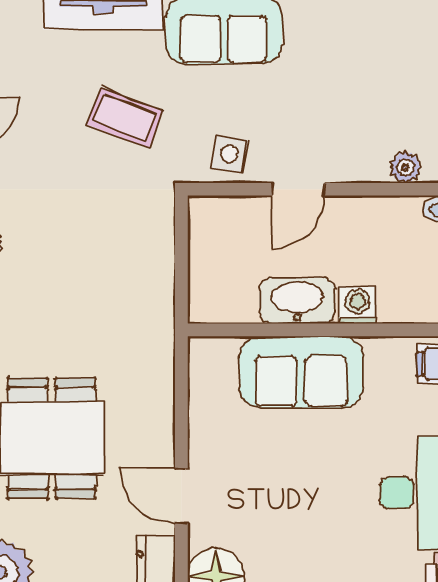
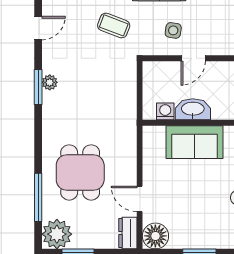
side table: (229, 154) -> (173, 30), moved
washing machine: (357, 305) -> (165, 111), moved

